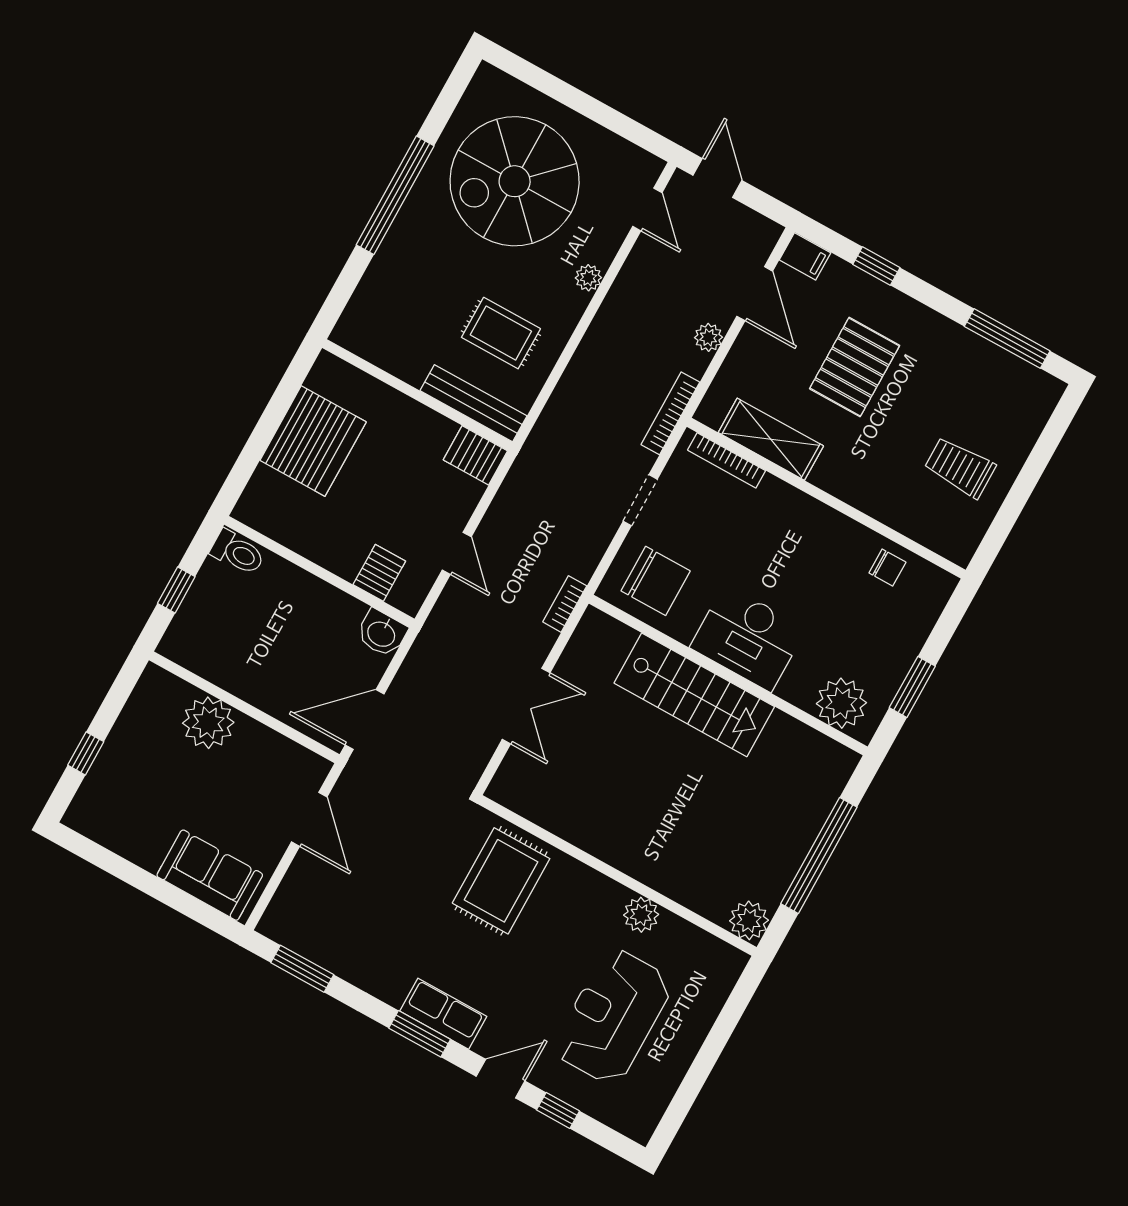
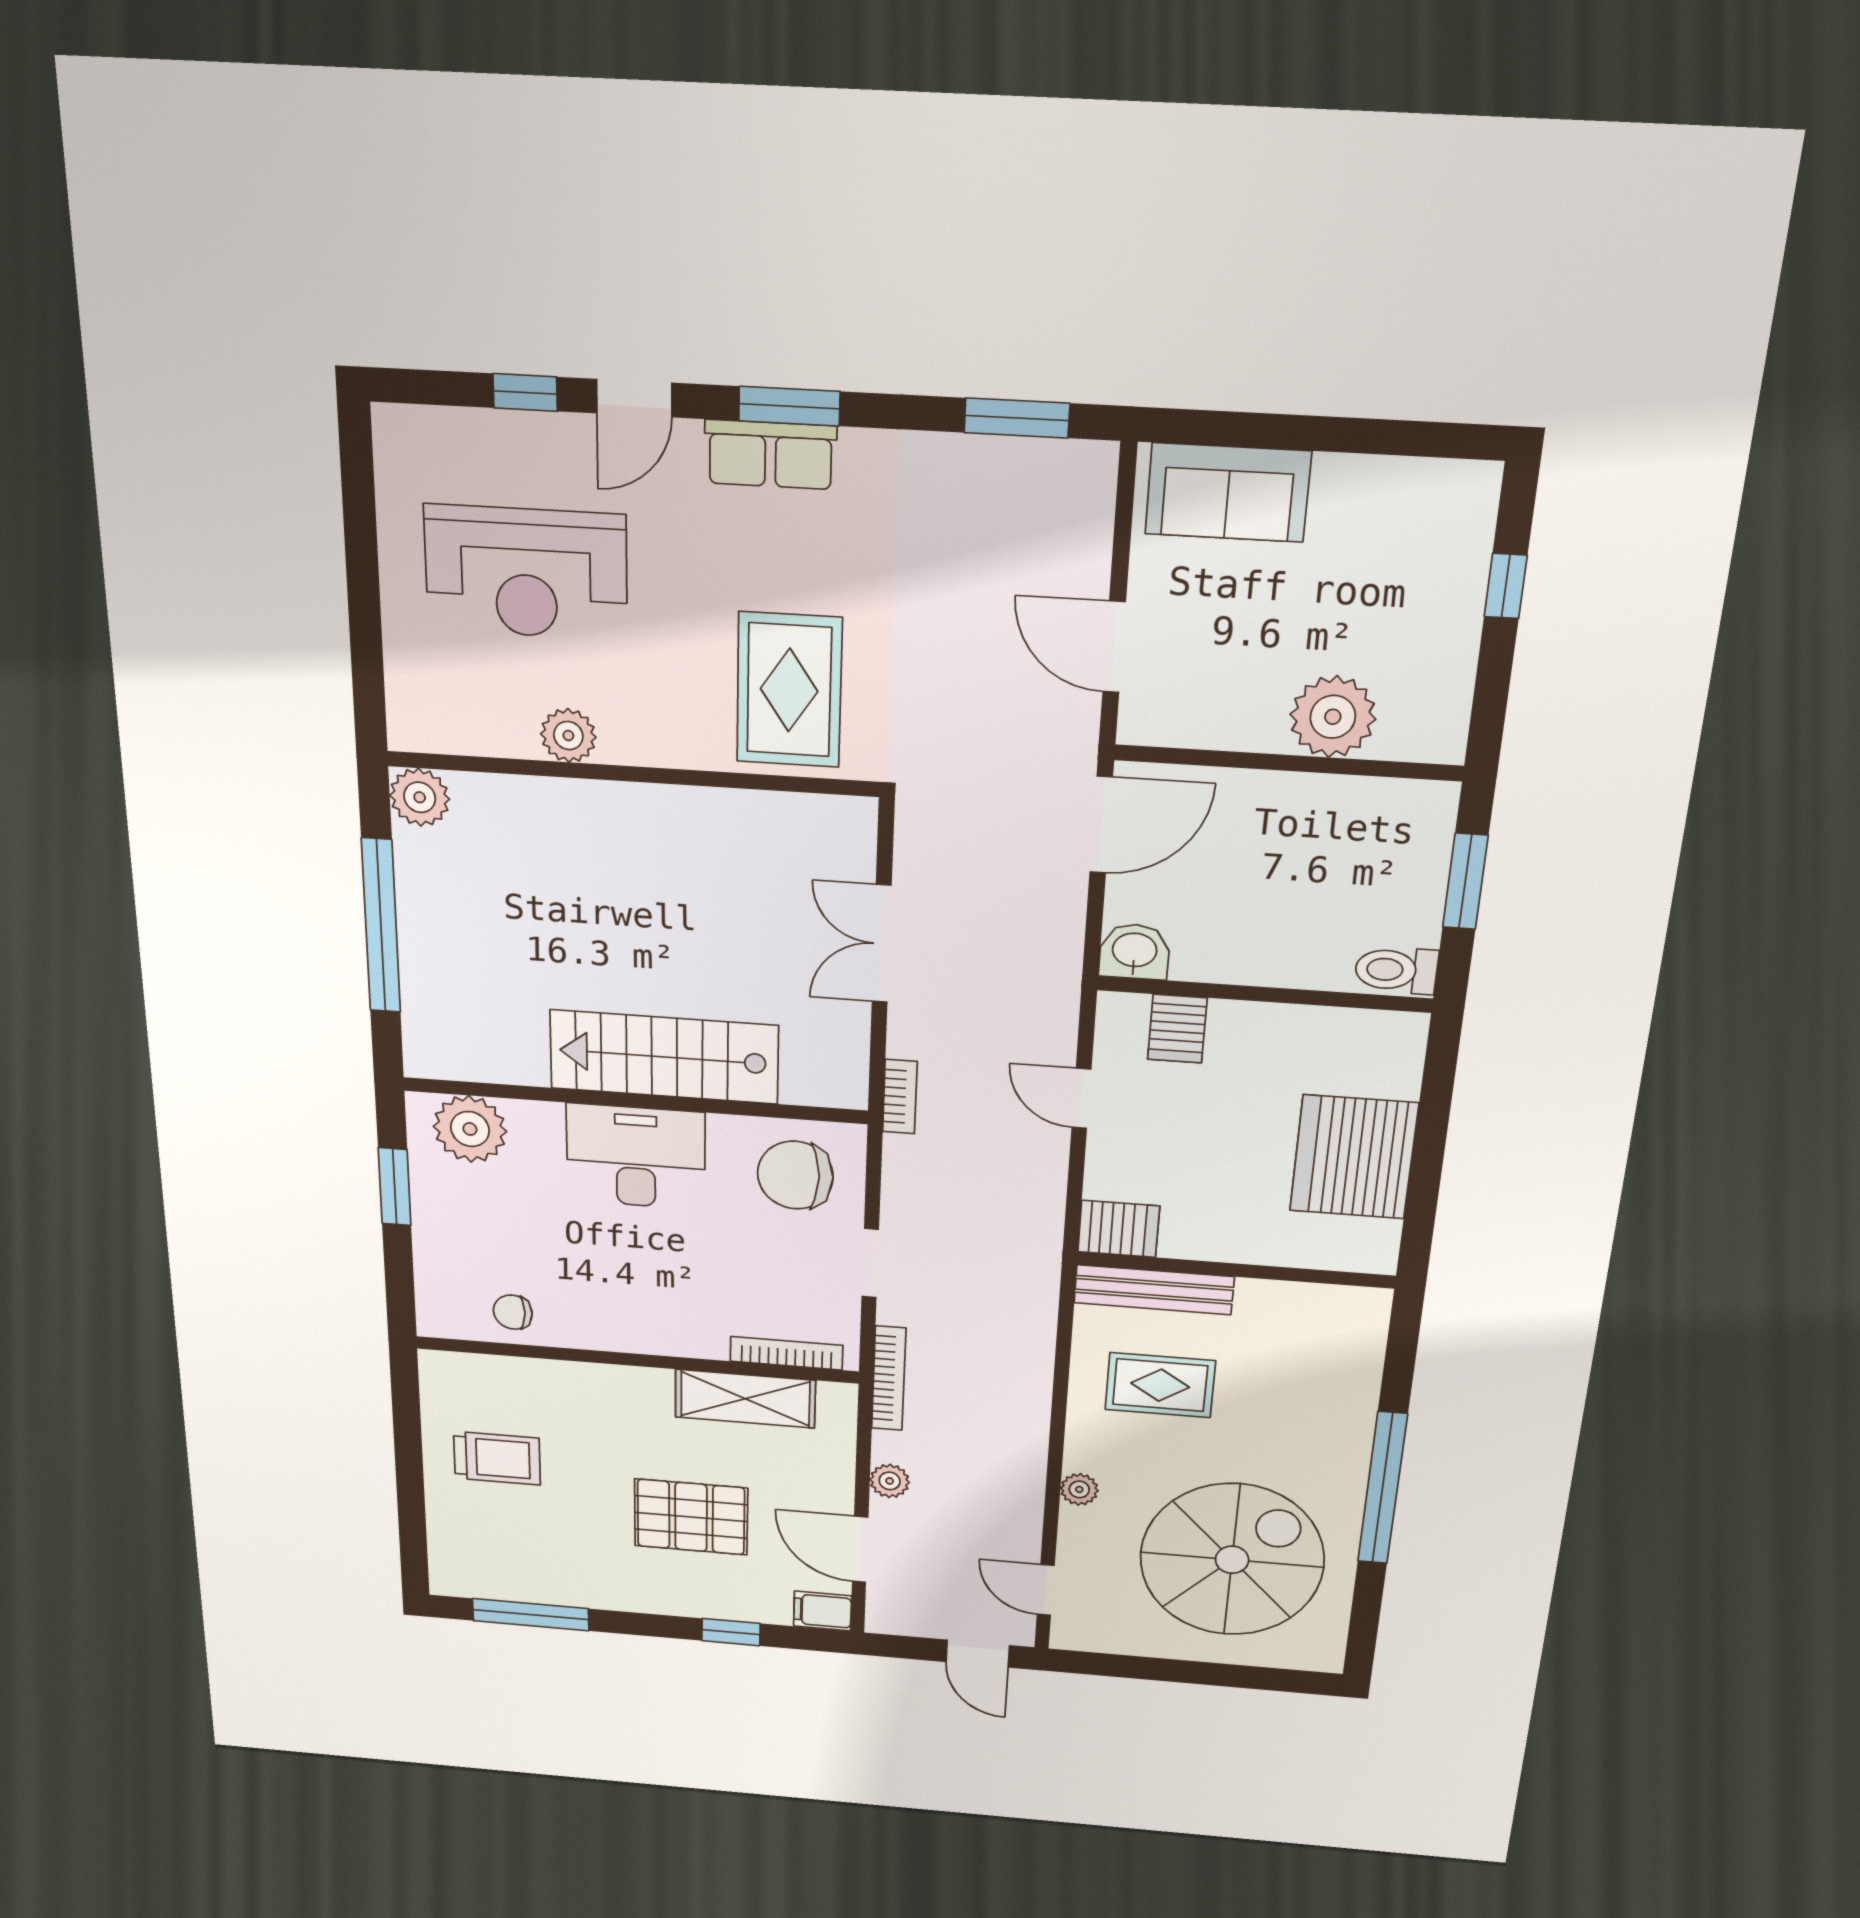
pallet: (855, 367) -> (691, 1517), turned 90
window: (176, 590) -> (1465, 881), width x1.50
reception desk: (613, 1016) -> (526, 573), turned 90

